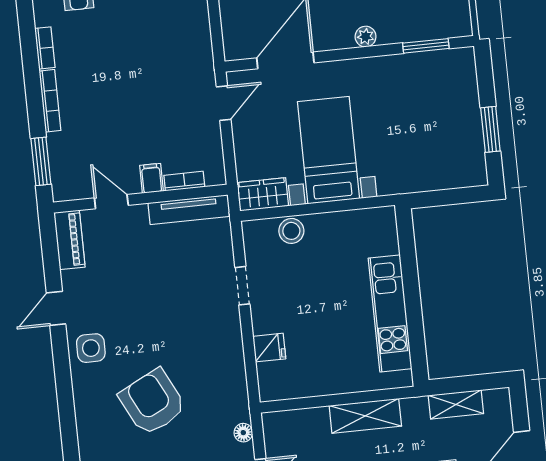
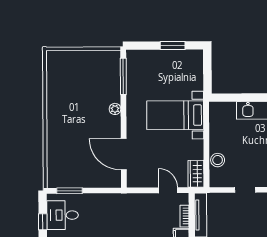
window: (426, 46) -> (123, 76), width x1.44
door: (224, 103) -> (168, 190), moved
bed with nightstands: (329, 150) -> (175, 115), moved

